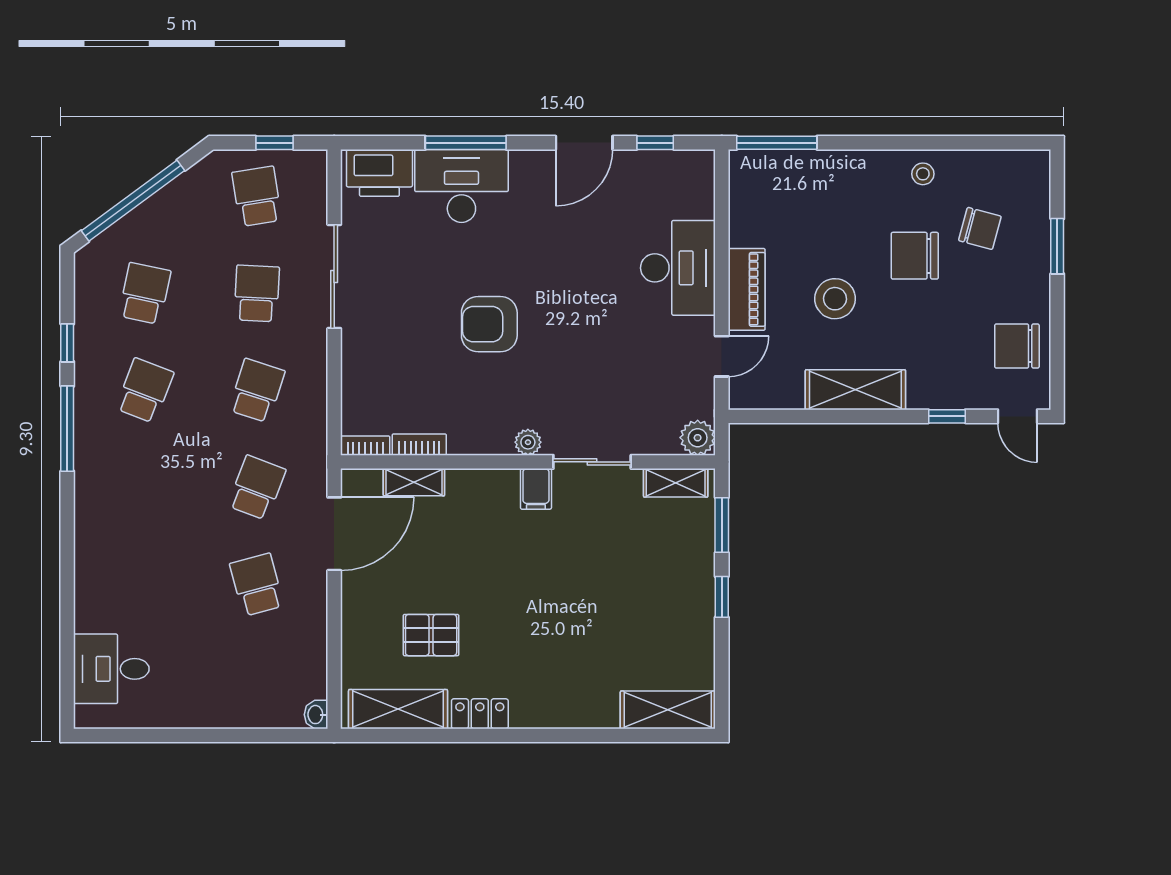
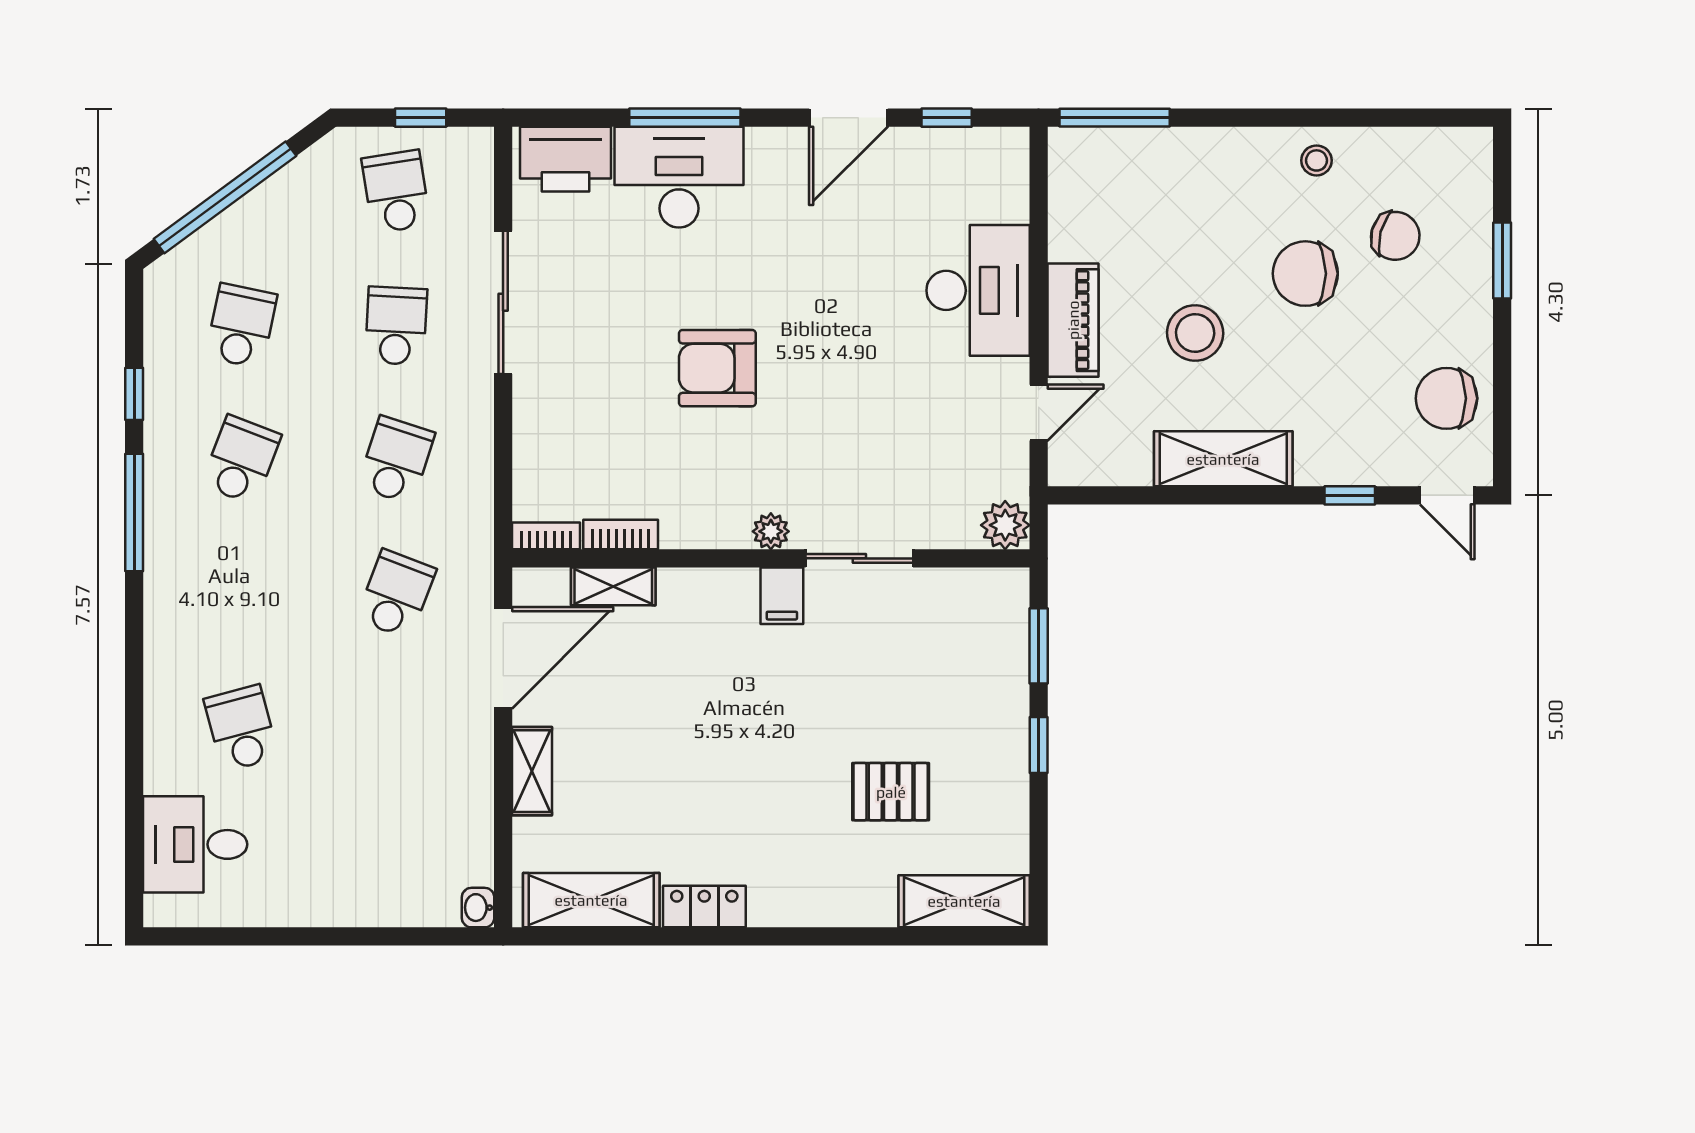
shelving: (676, 483) -> (532, 771), moved, turned 90
school desk: (257, 585) -> (241, 728), moved
pallet: (431, 635) -> (891, 792), moved

